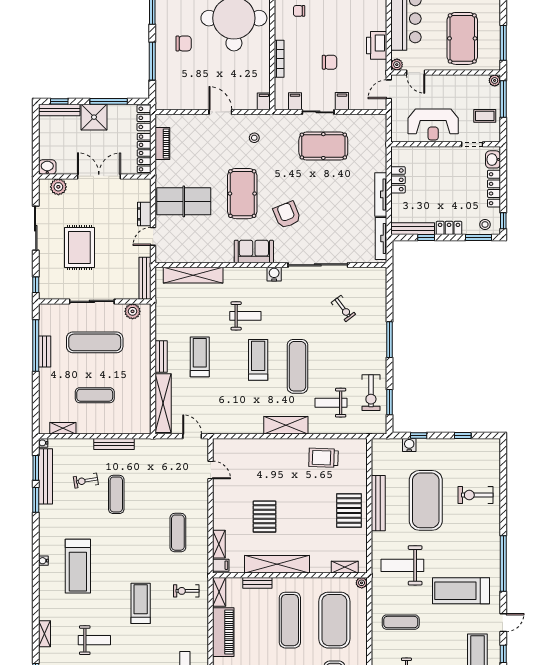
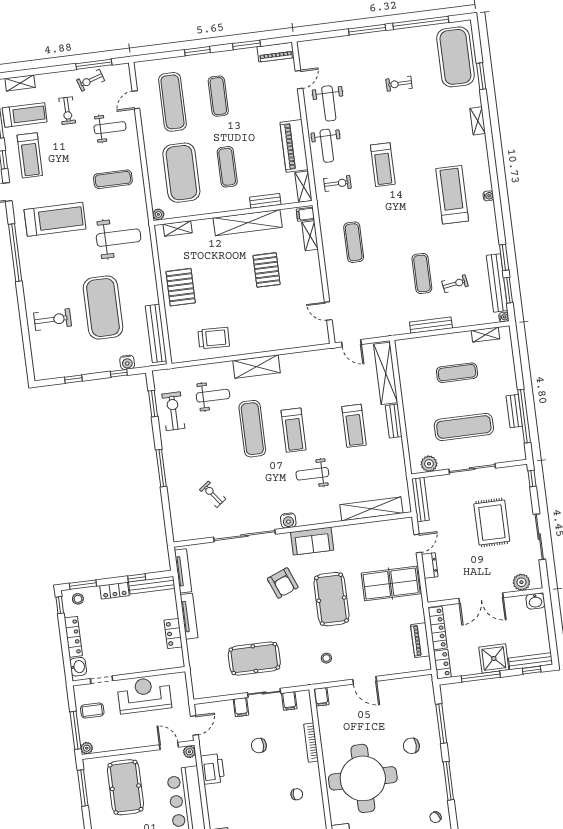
bench: (378, 503) -> (156, 333), moved
exercise mat: (290, 620) -> (227, 167), width x0.73, depth x0.69
weight bench: (94, 640) -> (327, 146), moved, turned -90

